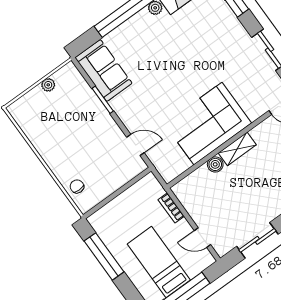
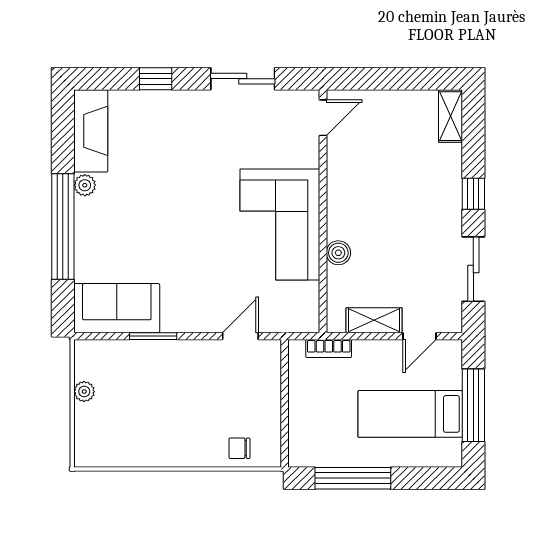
shelving: (237, 149) -> (374, 320), moved, turned 90
bookcase: (171, 208) -> (329, 348), moved

